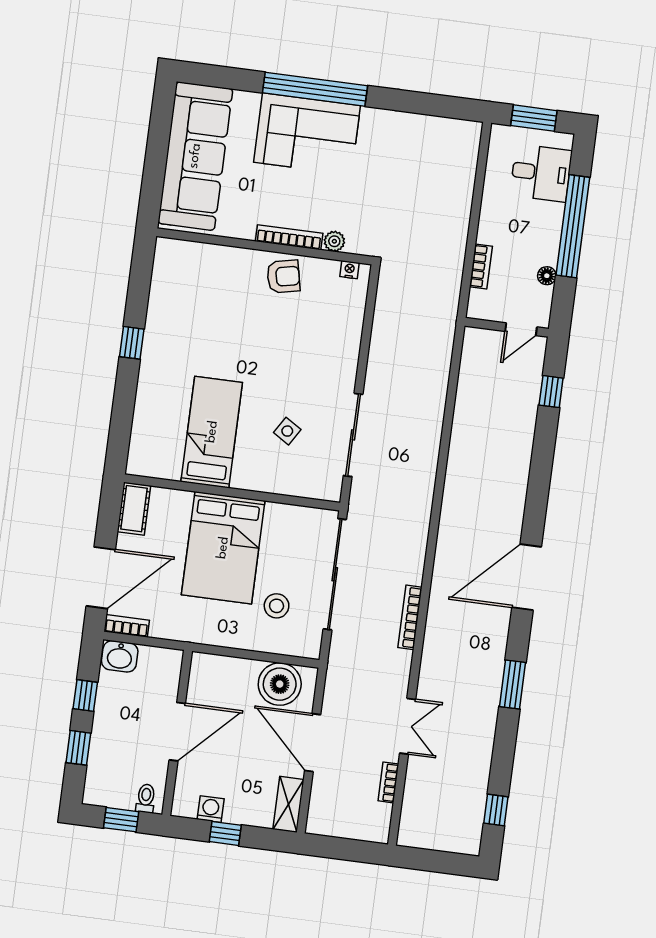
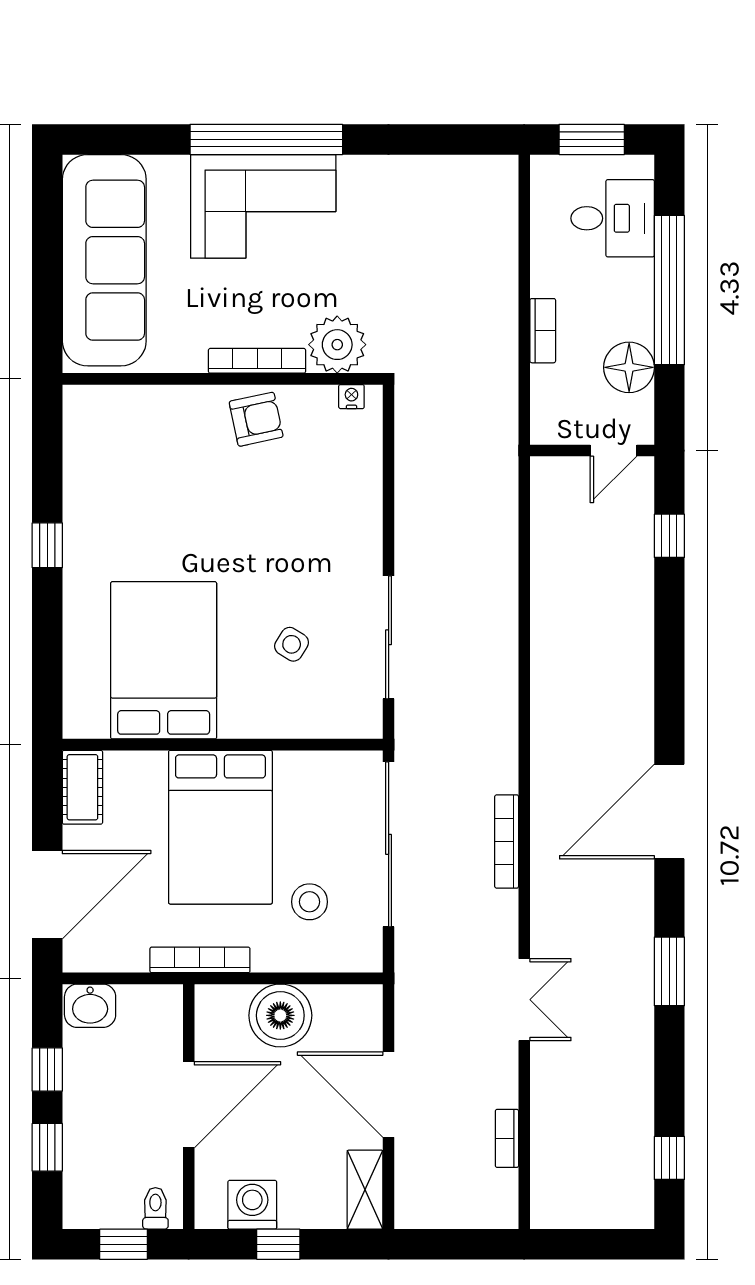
plant: (334, 241) -> (337, 345), width x1.87, depth x1.87
bookcase: (481, 267) -> (543, 331), moved
floor lamp: (547, 276) -> (629, 367), width x1.89, depth x1.89
bed: (212, 432) -> (164, 660), width x1.50
bookcase: (410, 617) -> (507, 841), moved
bookcase: (127, 626) -> (200, 960), moved, width x1.56
boiler: (280, 684) -> (280, 1015), moved
double door: (408, 726) -> (524, 1000), moved
washing machine: (211, 809) -> (252, 1205), width x1.38, depth x1.38

